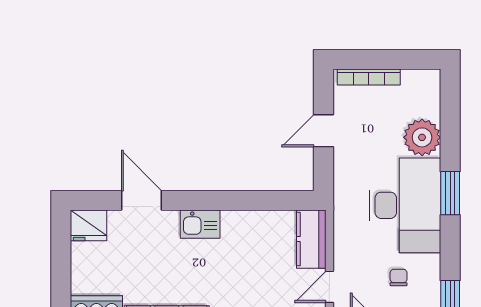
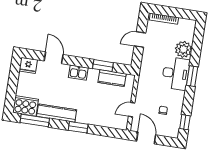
window: (252, 200) -> (103, 66), added
desk: (405, 205) -> (176, 73), width x0.73, depth x0.77
kitchen counter: (311, 239) -> (112, 78), moved, turned -90

